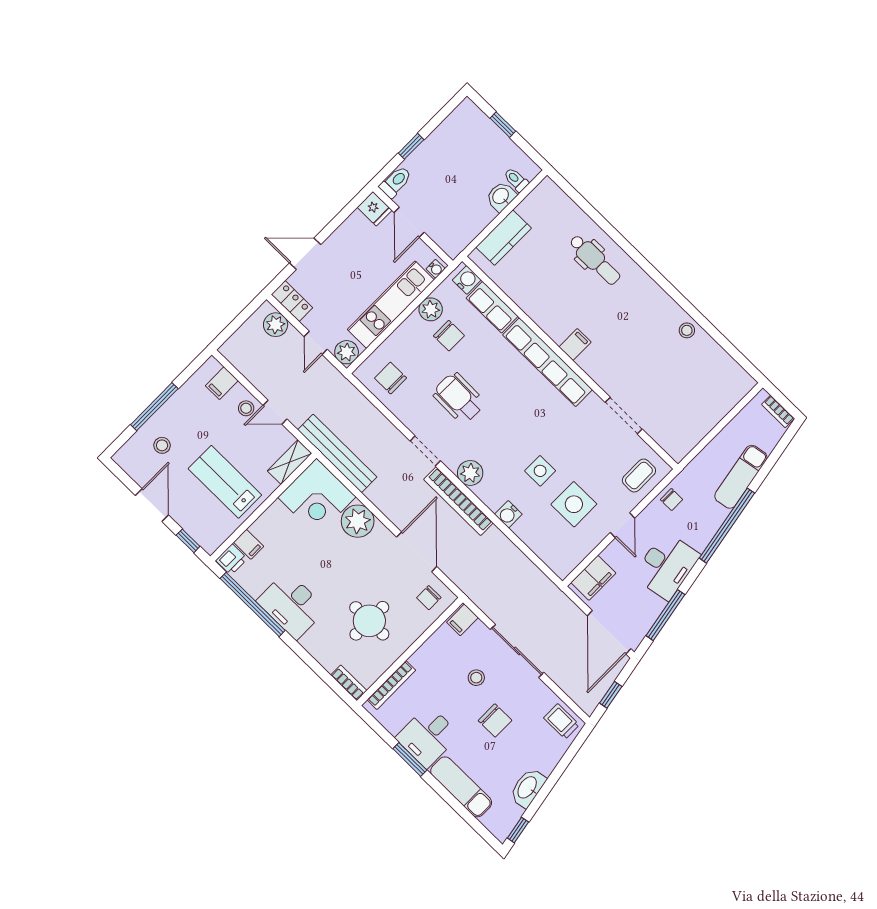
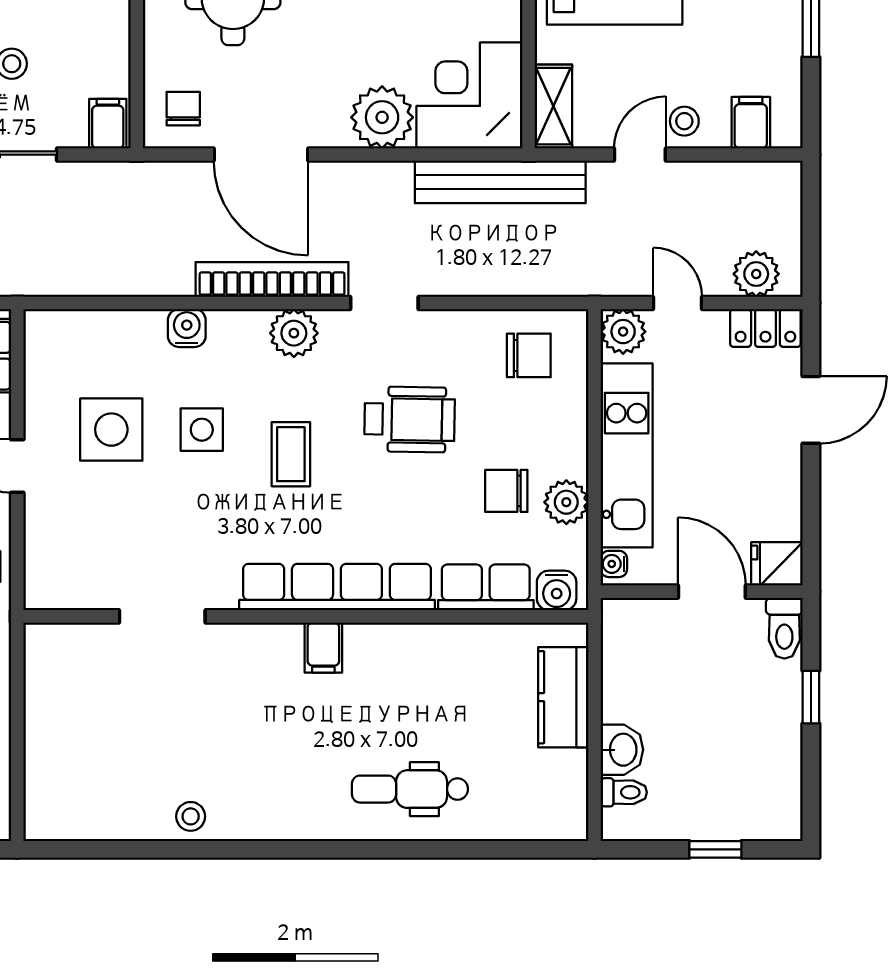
coffee table: (639, 476) -> (291, 454), moved

